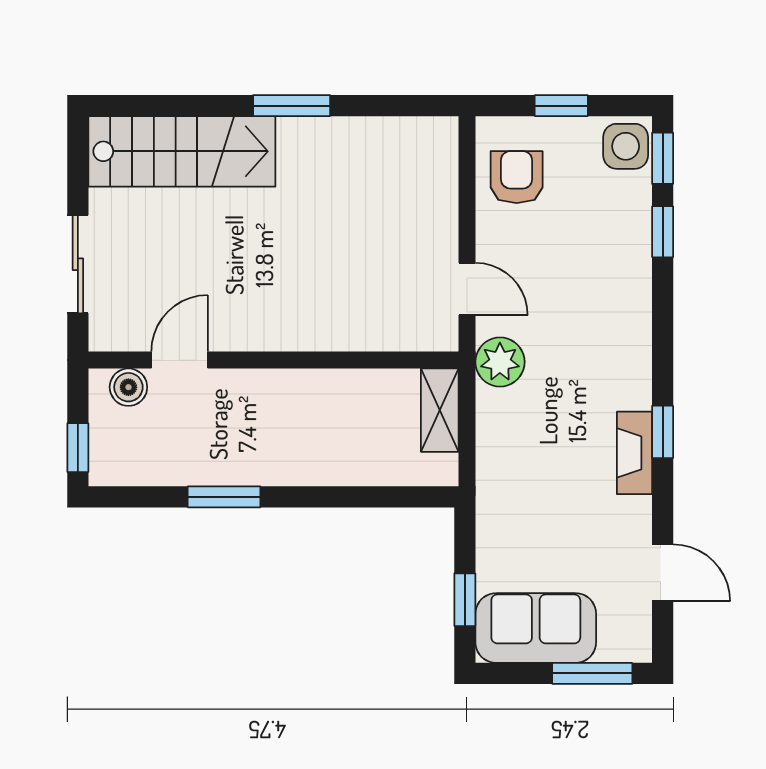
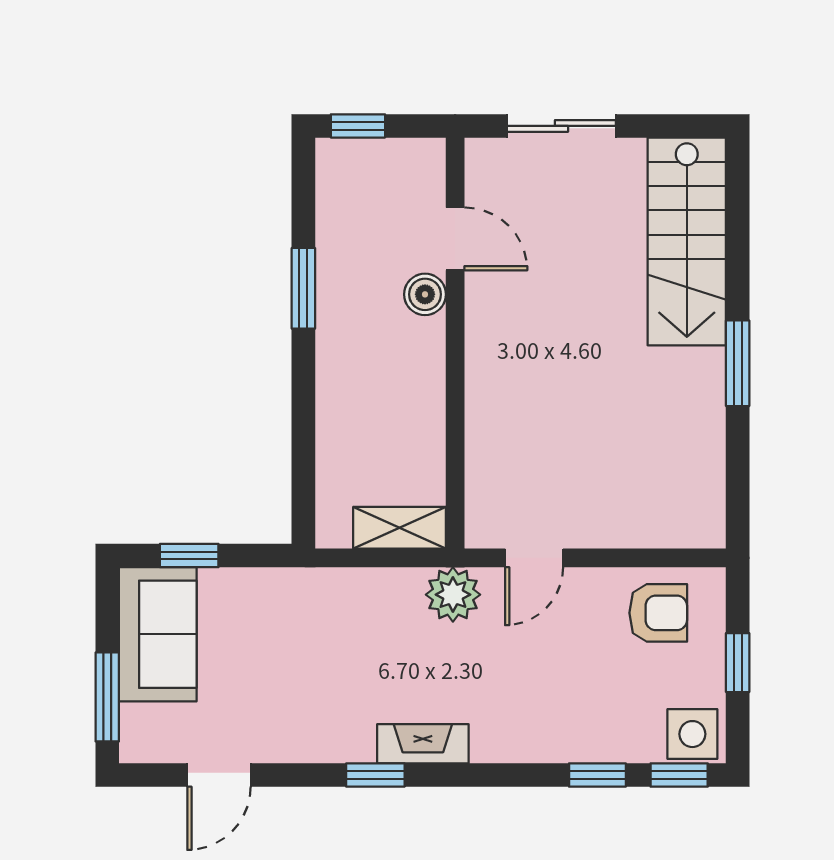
boiler: (128, 387) -> (425, 294), moved
fireplace: (634, 453) -> (423, 744), moved

